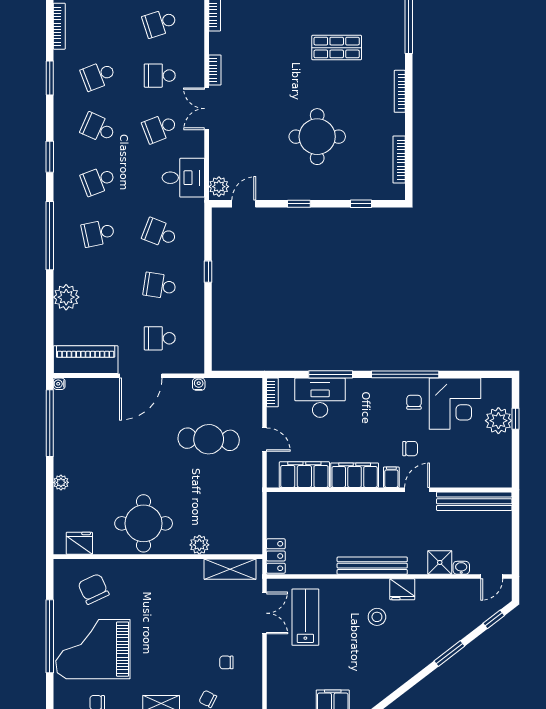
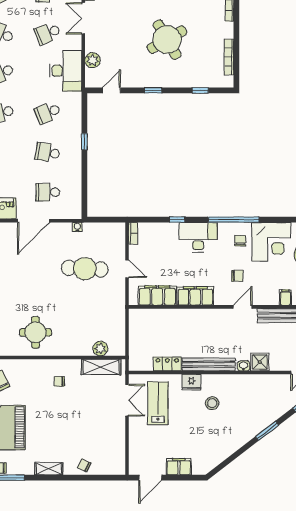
round table: (317, 137) -> (167, 40), turned -30
desk: (183, 178) -> (66, 71), width x1.37
plant: (219, 187) -> (93, 60), moved
school desk: (160, 233) -> (48, 113), turned -42
window: (331, 374) -> (177, 220), width x0.46
desk: (320, 398) -> (198, 237), moved
filing cabinet: (391, 477) -> (285, 297), moved
round table: (144, 523) -> (36, 332), width x0.73, depth x0.73
plant: (199, 545) -> (100, 349), moved
locker: (276, 556) -> (167, 364), moved, turned -90
washbasin: (461, 568) -> (244, 366), moved
fridge: (402, 589) -> (191, 382), moved
chair: (226, 662) -> (59, 381), moved

